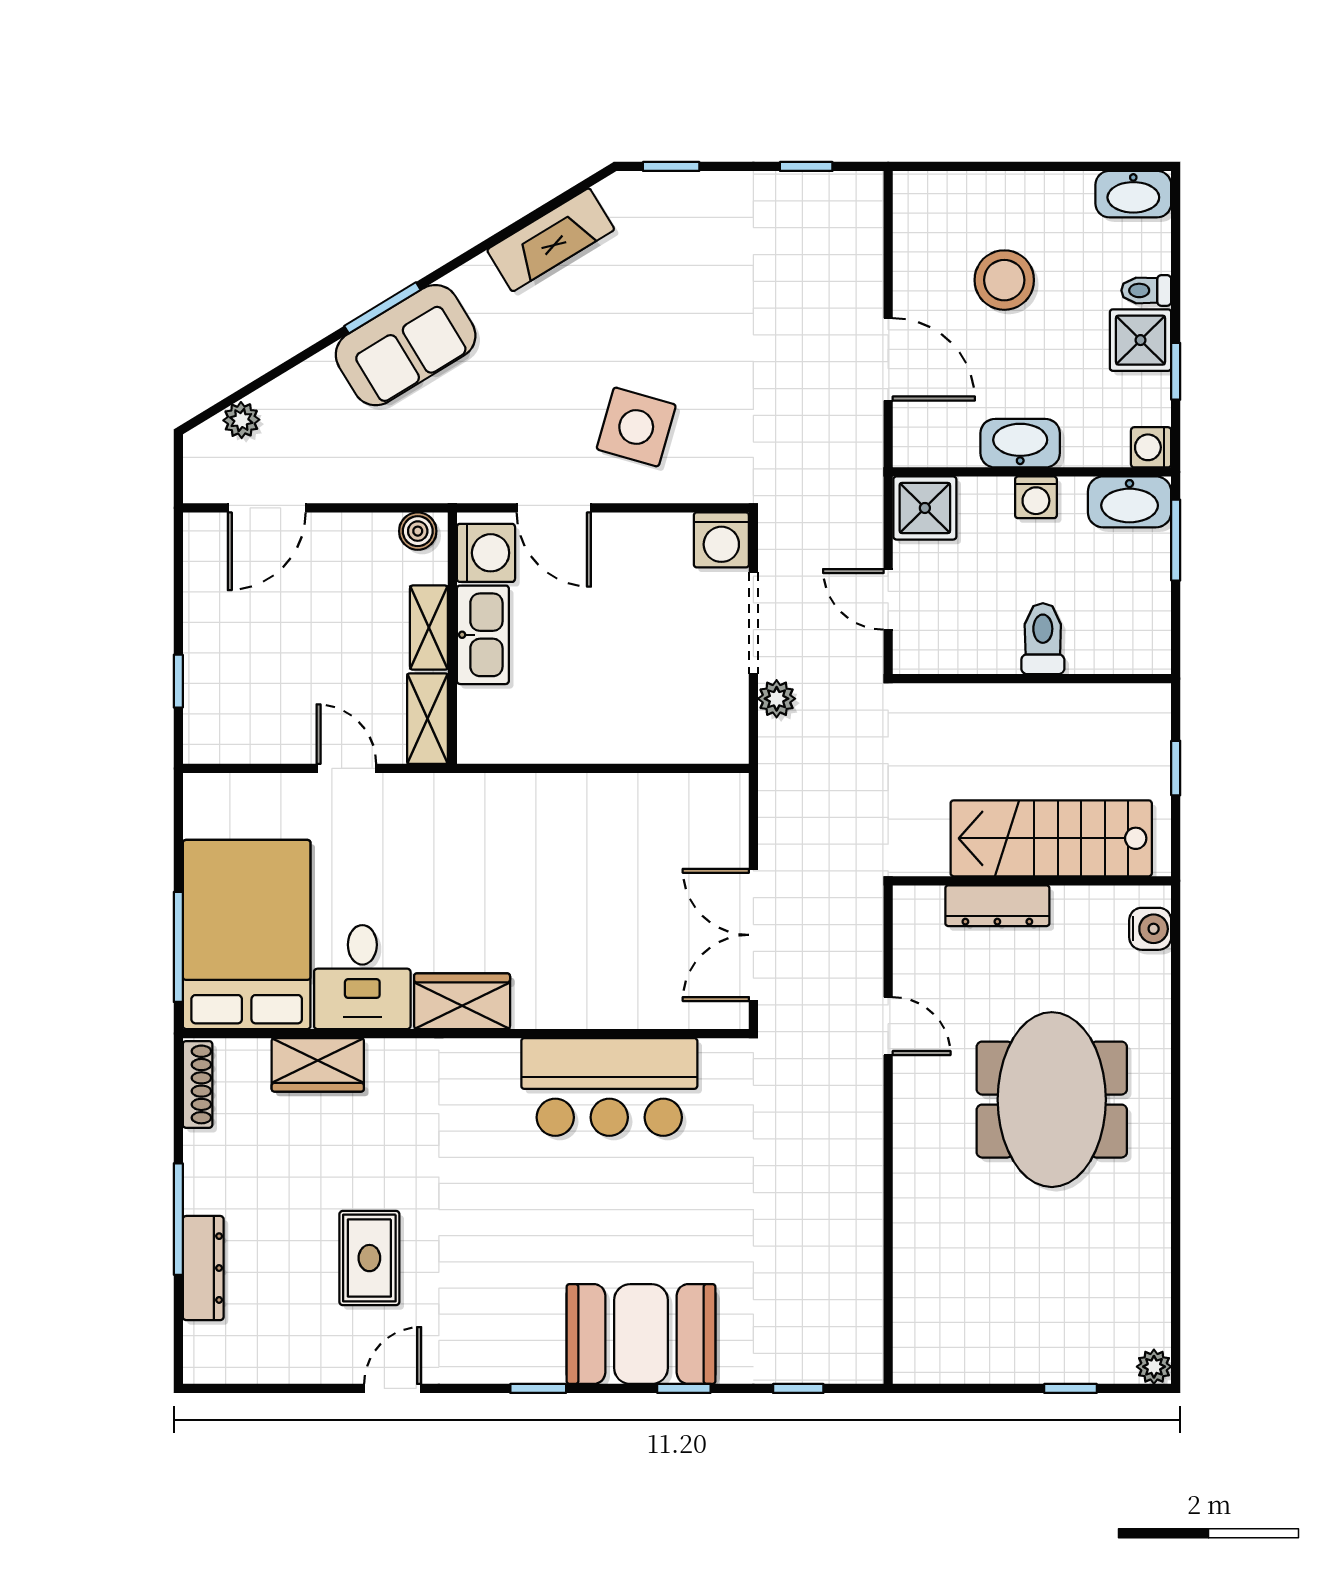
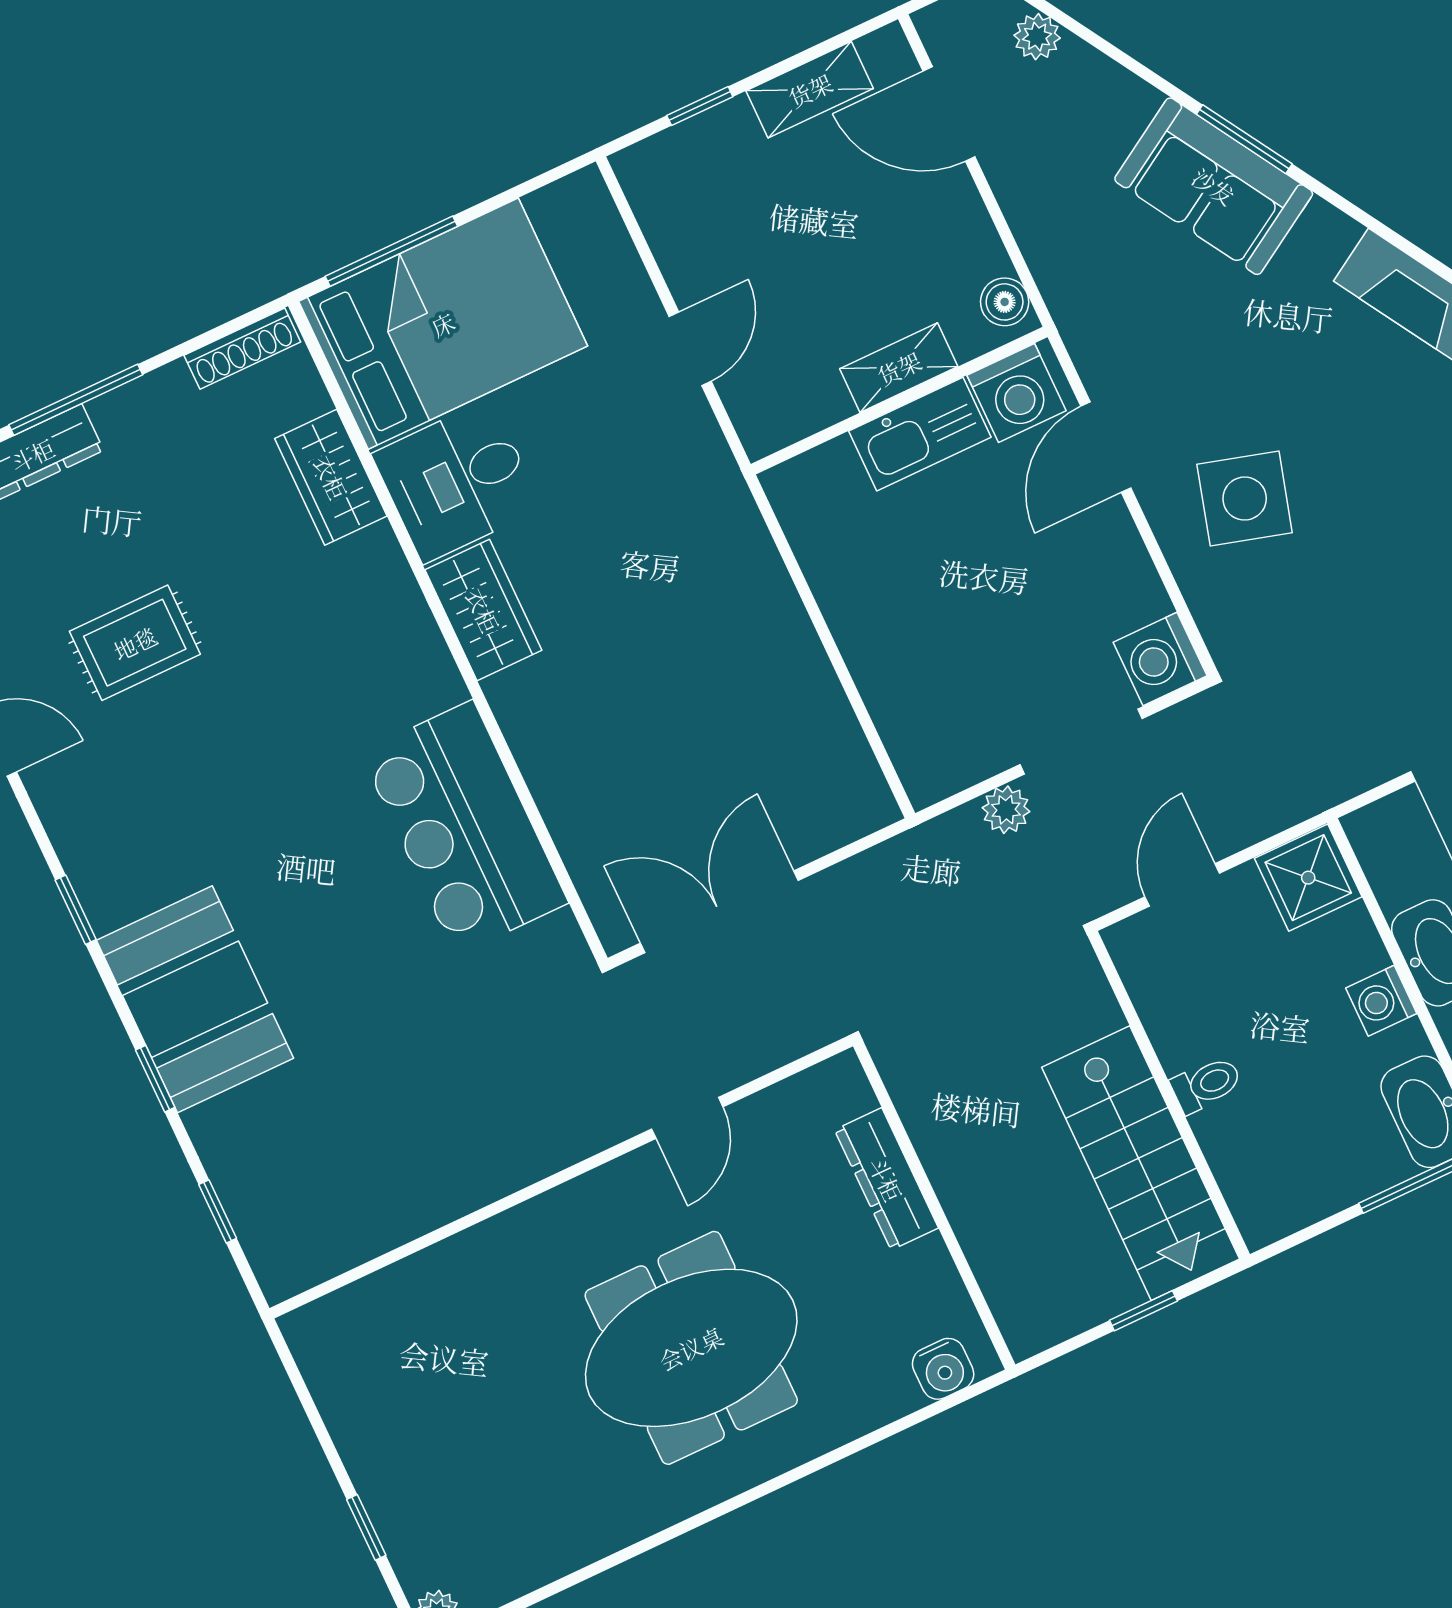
toilet: (1043, 639) -> (1206, 1084), width x0.73, depth x0.72
shelving: (427, 719) -> (810, 90), moved
stairs: (1051, 838) -> (1141, 1163), moved, turned 180

